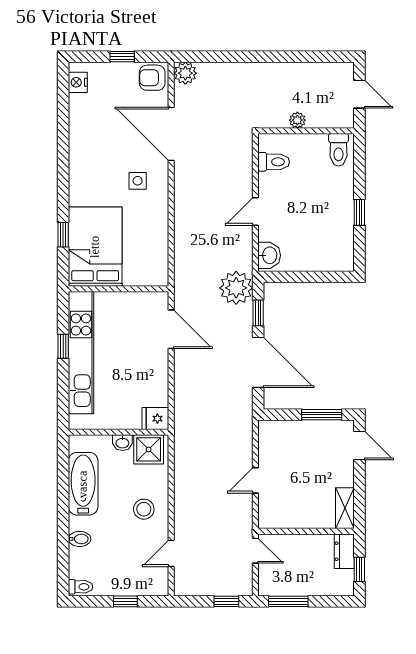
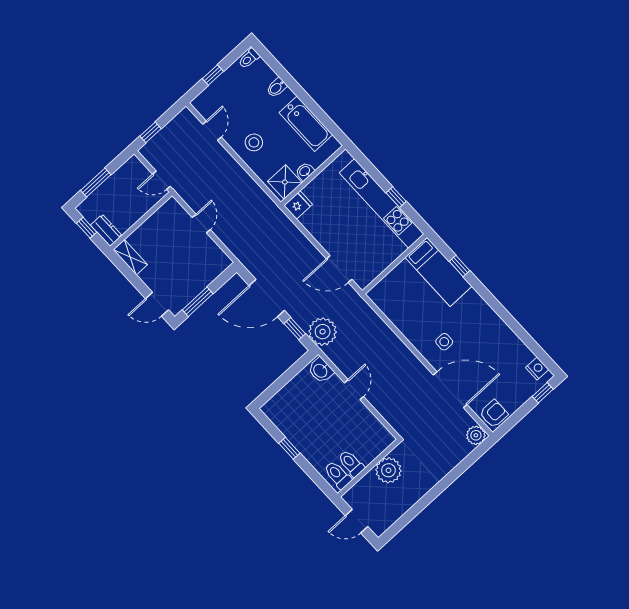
window: (122, 57) -> (543, 393), moved
plant: (297, 120) -> (388, 470), width x1.88, depth x1.88
toilet: (274, 162) -> (351, 463), moved, turned 90
bed: (95, 247) -> (439, 272), width x0.67
window: (288, 601) -> (96, 183), moved

